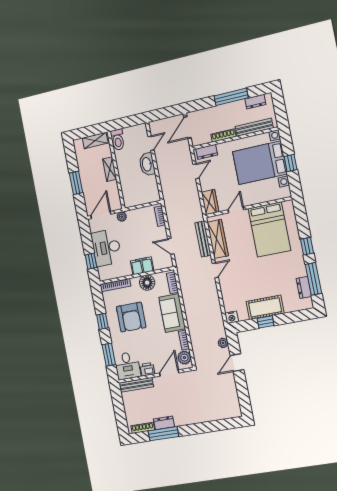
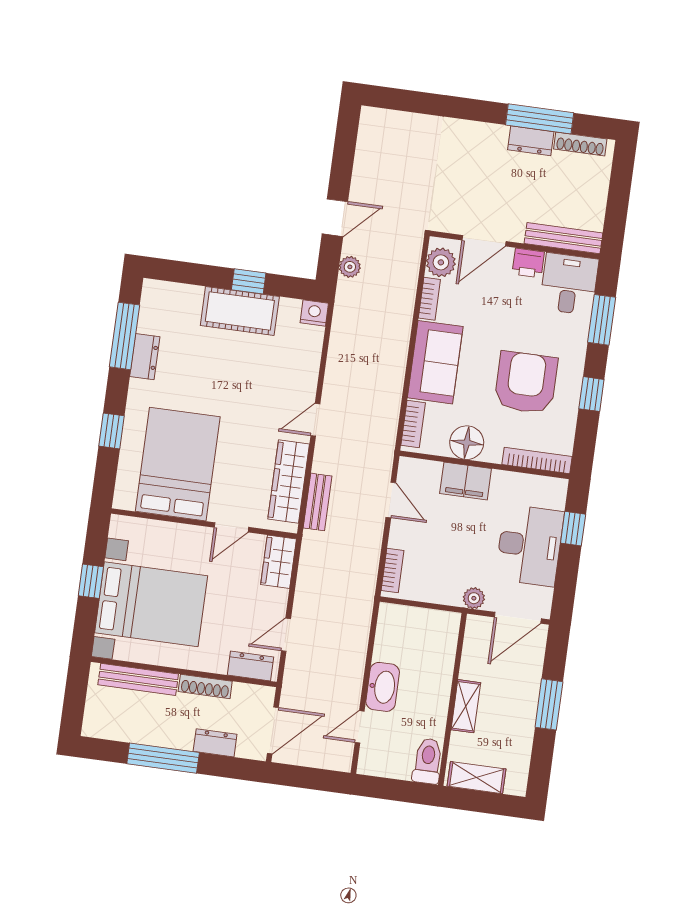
dresser: (255, 102) -> (215, 743), moved
bench: (203, 239) -> (318, 502), width x0.73
window: (307, 246) -> (111, 431), moved
dresser: (304, 287) -> (145, 357), moved

